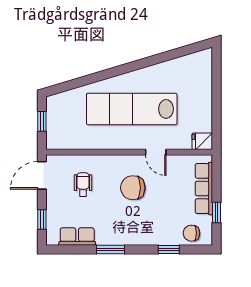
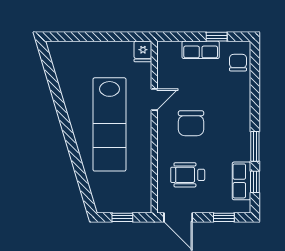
wheelchair: (83, 185) -> (188, 175), width x1.36, depth x1.37
row of seats: (204, 188) -> (201, 50), width x0.68
chair: (191, 233) -> (238, 63), turned 180
window: (169, 249) -> (255, 182), moved

